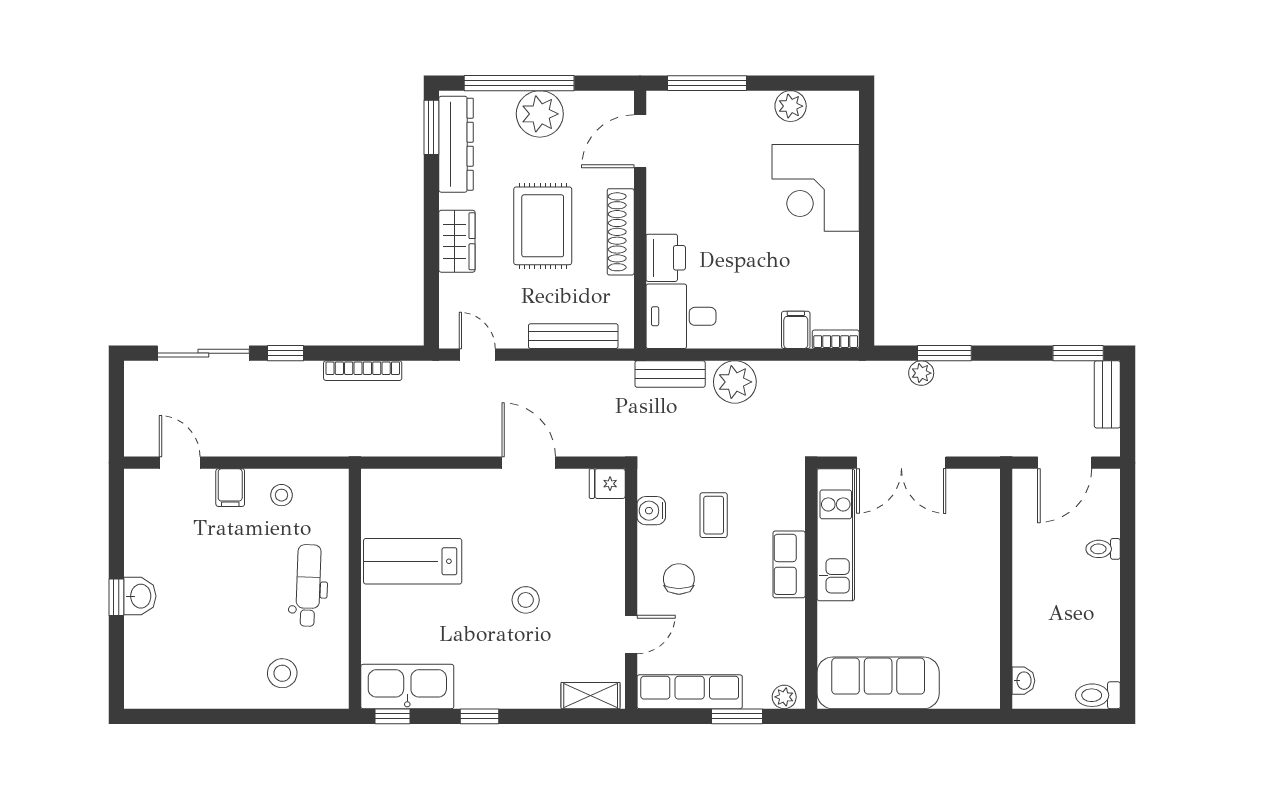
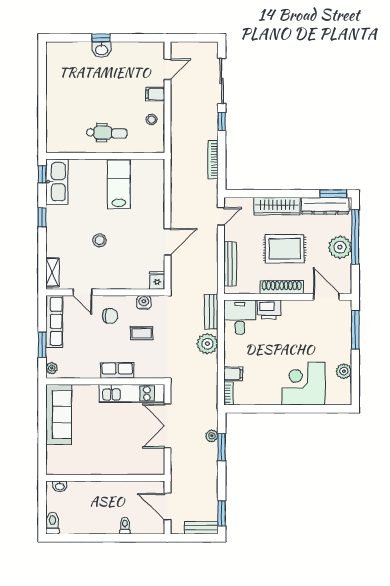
wardrobe: (457, 241) -> (277, 206), width x1.50
stool: (282, 673) -> (63, 120), removed

